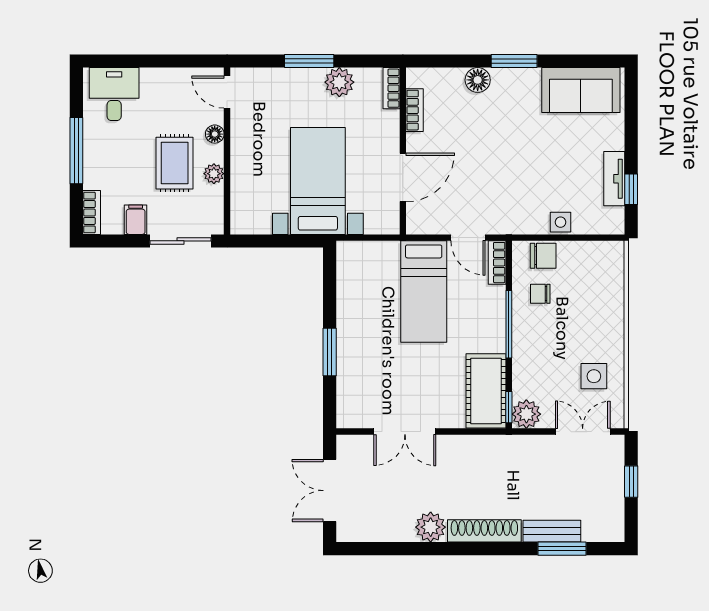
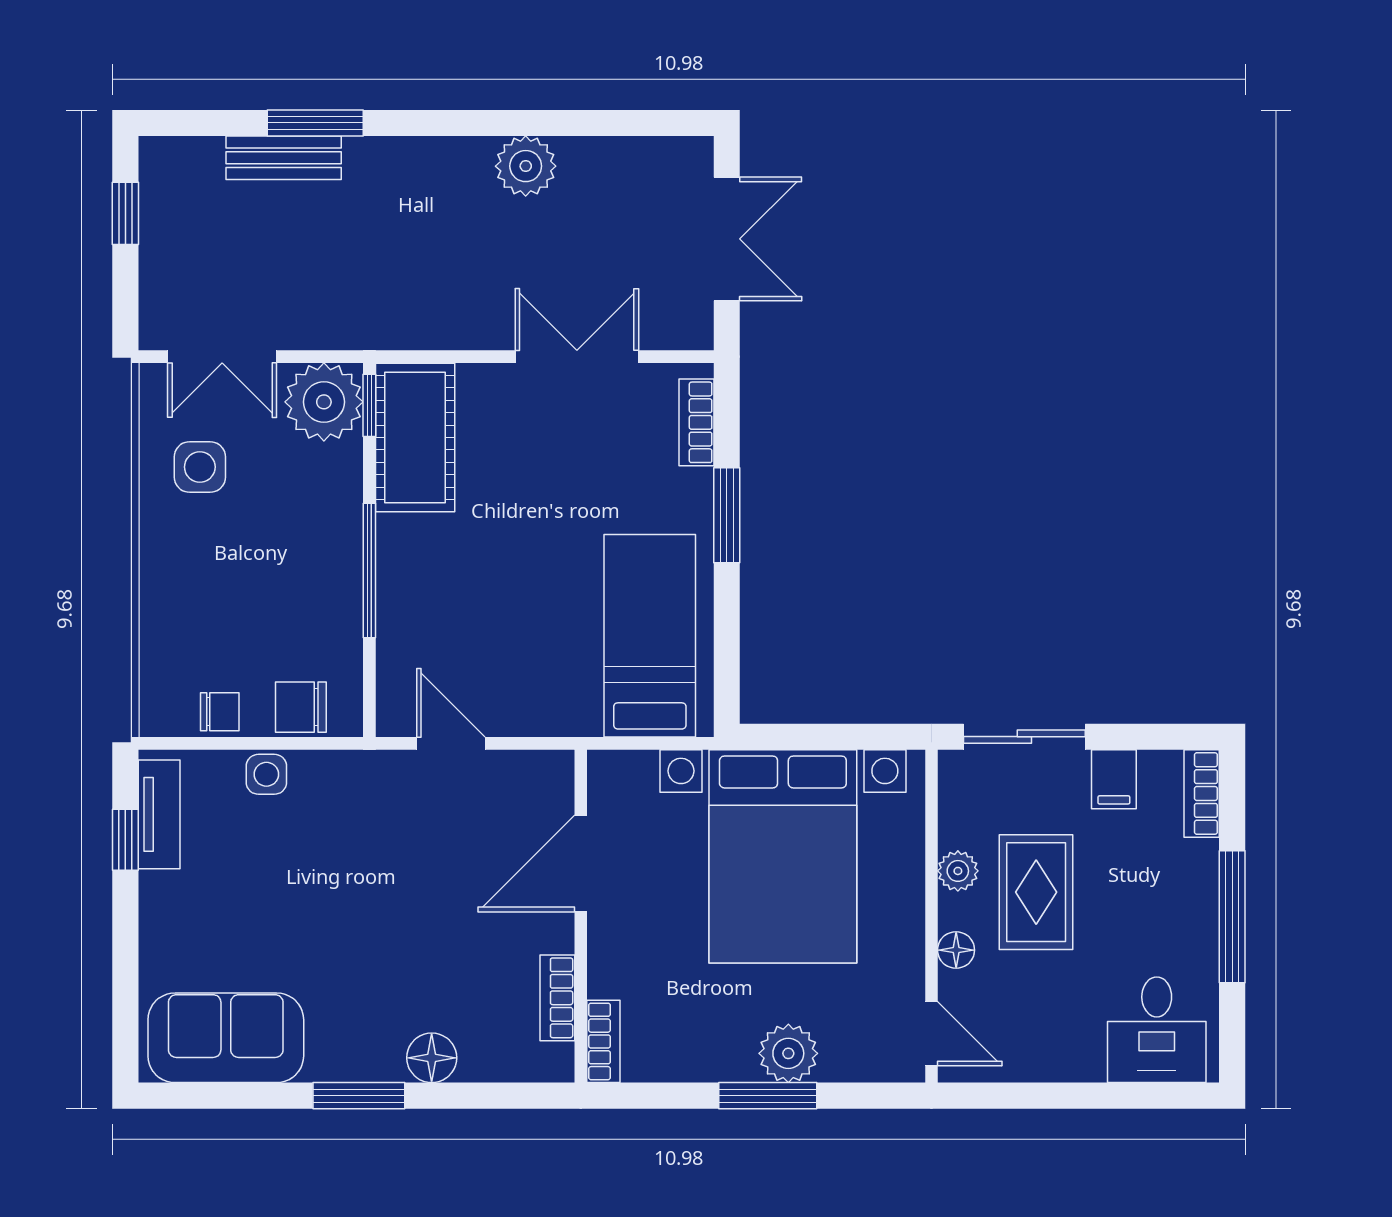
plant: (339, 82) -> (788, 1053), moved
tv unit: (614, 179) -> (159, 814), moved
bed with nightstands: (318, 181) -> (783, 856), width x1.36
bookcase: (497, 263) -> (696, 422), moved, turned 180
bed: (424, 292) -> (650, 636), moved
chair: (540, 294) -> (220, 712), moved
plant: (526, 414) -> (324, 402), width x1.36, depth x1.36
window: (631, 482) -> (125, 213), moved
shoe rack: (484, 531) -> (418, 158), removed
window: (562, 549) -> (315, 123), moved

